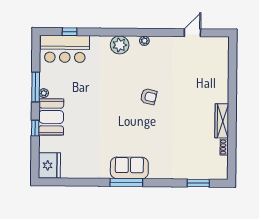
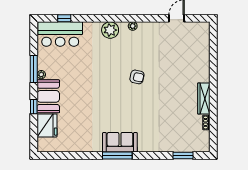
fridge: (49, 165) -> (47, 125), moved

